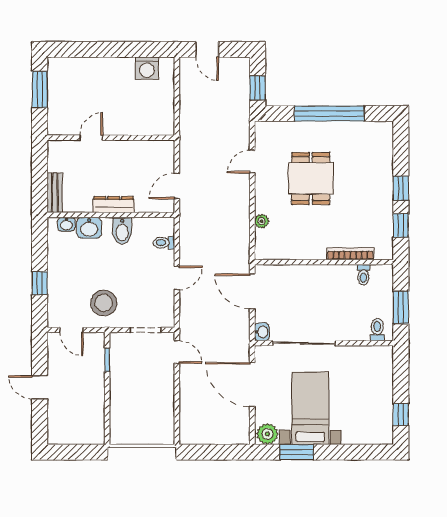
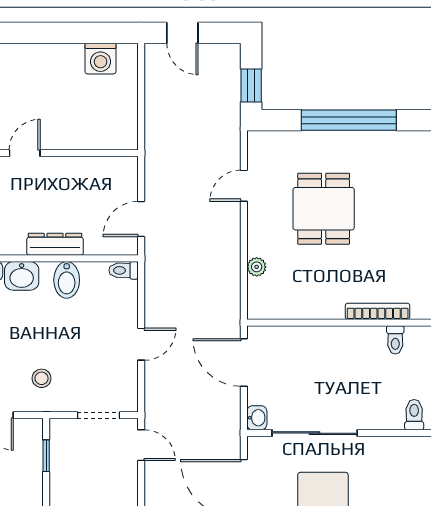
toilet: (164, 243) -> (124, 270), moved
stool: (104, 303) -> (42, 378), width x0.53, depth x0.53

